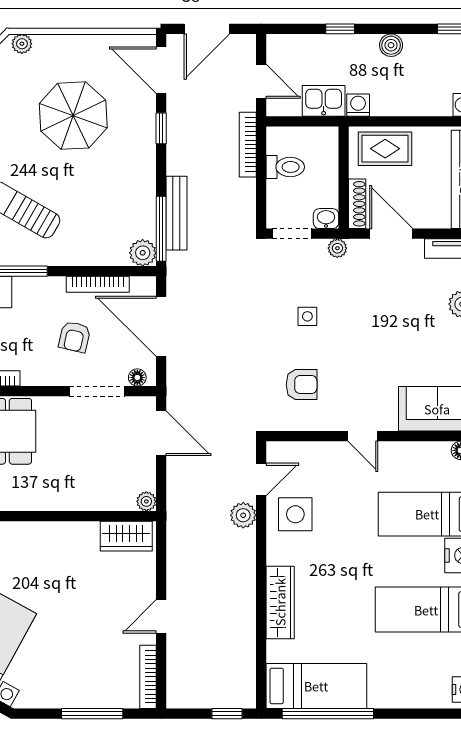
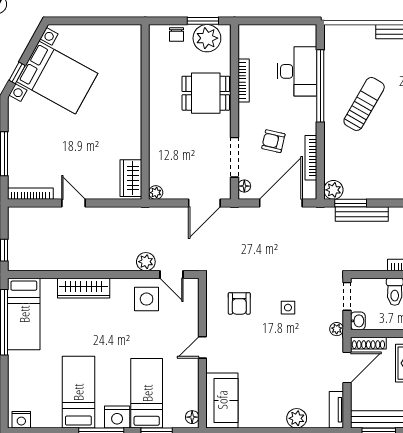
window: (161, 229) -> (351, 203), width x0.69

